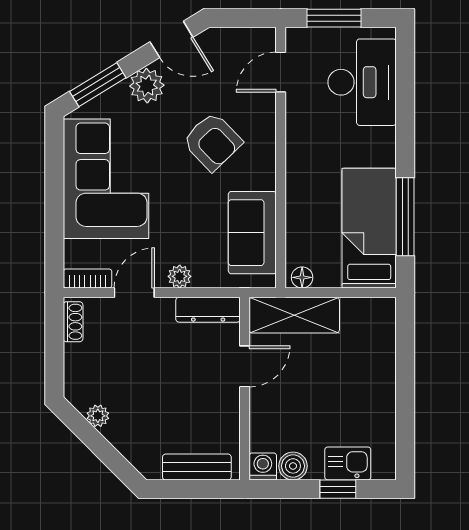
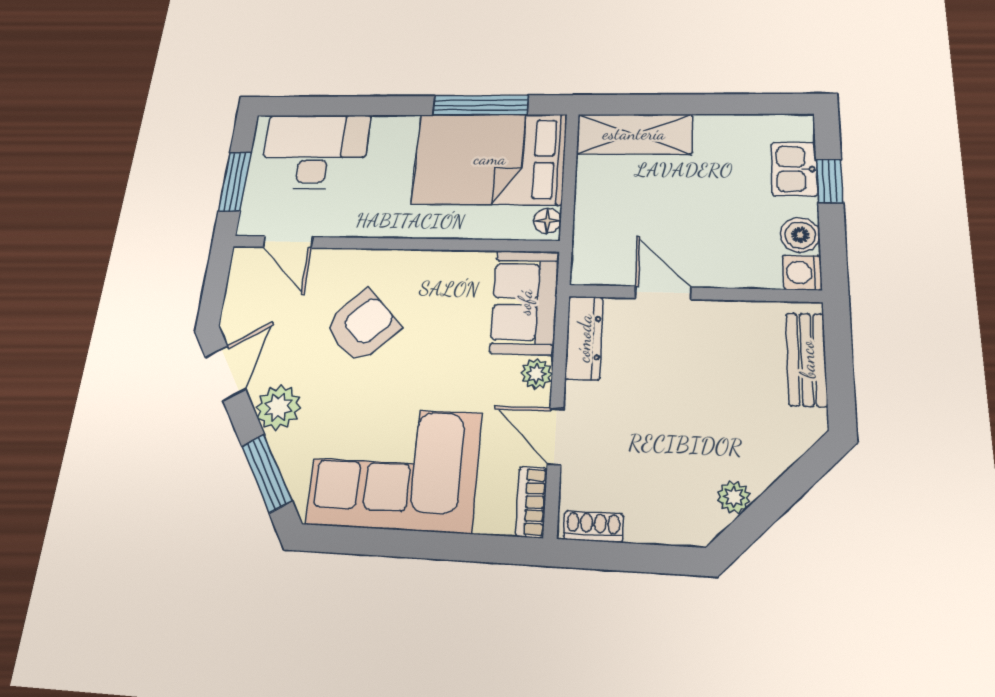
bed: (369, 228) -> (490, 159), width x1.50
sofa: (252, 233) -> (525, 302), moved, turned 90
shelving: (294, 315) -> (634, 134), moved, turned 90

